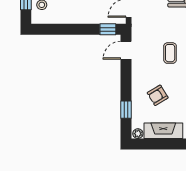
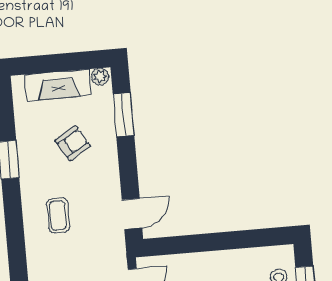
window: (108, 29) -> (165, 246), removed
window: (126, 110) -> (123, 115), width x1.50

